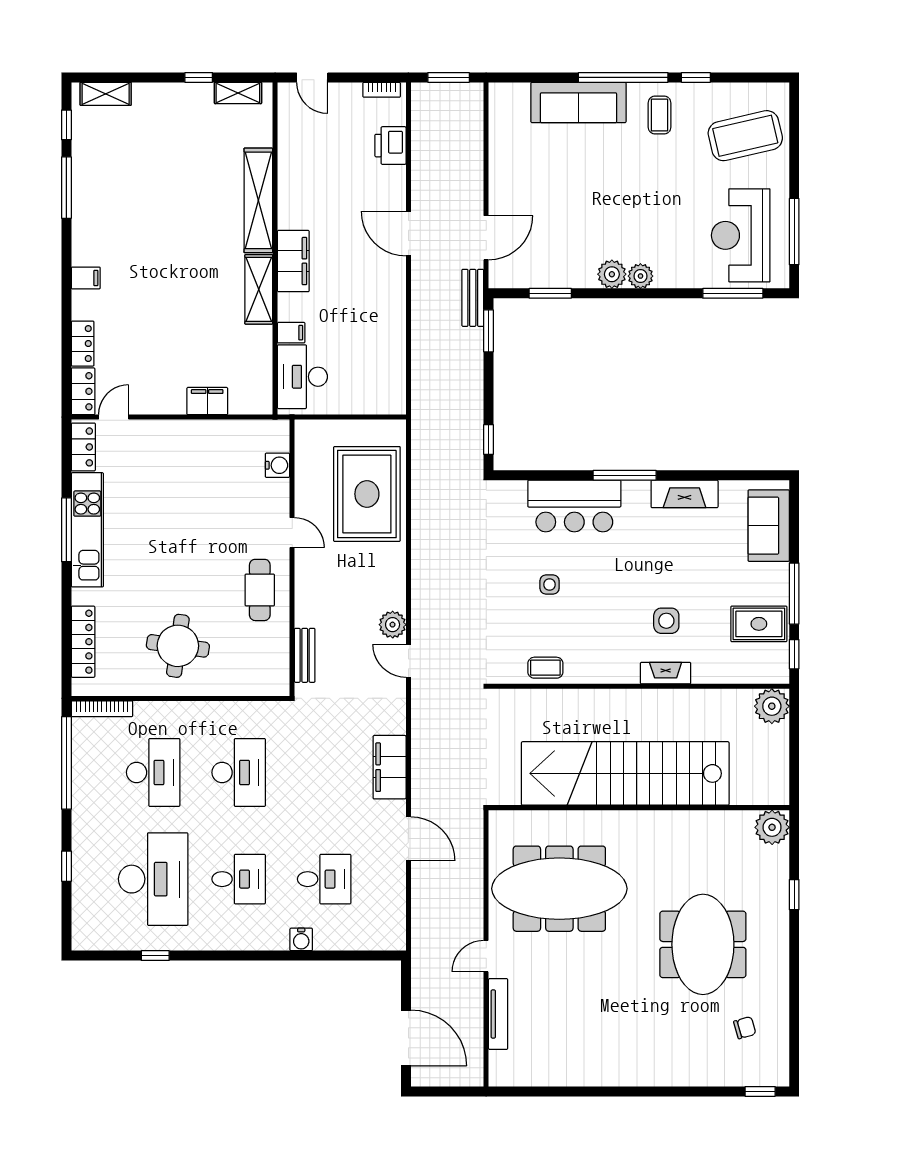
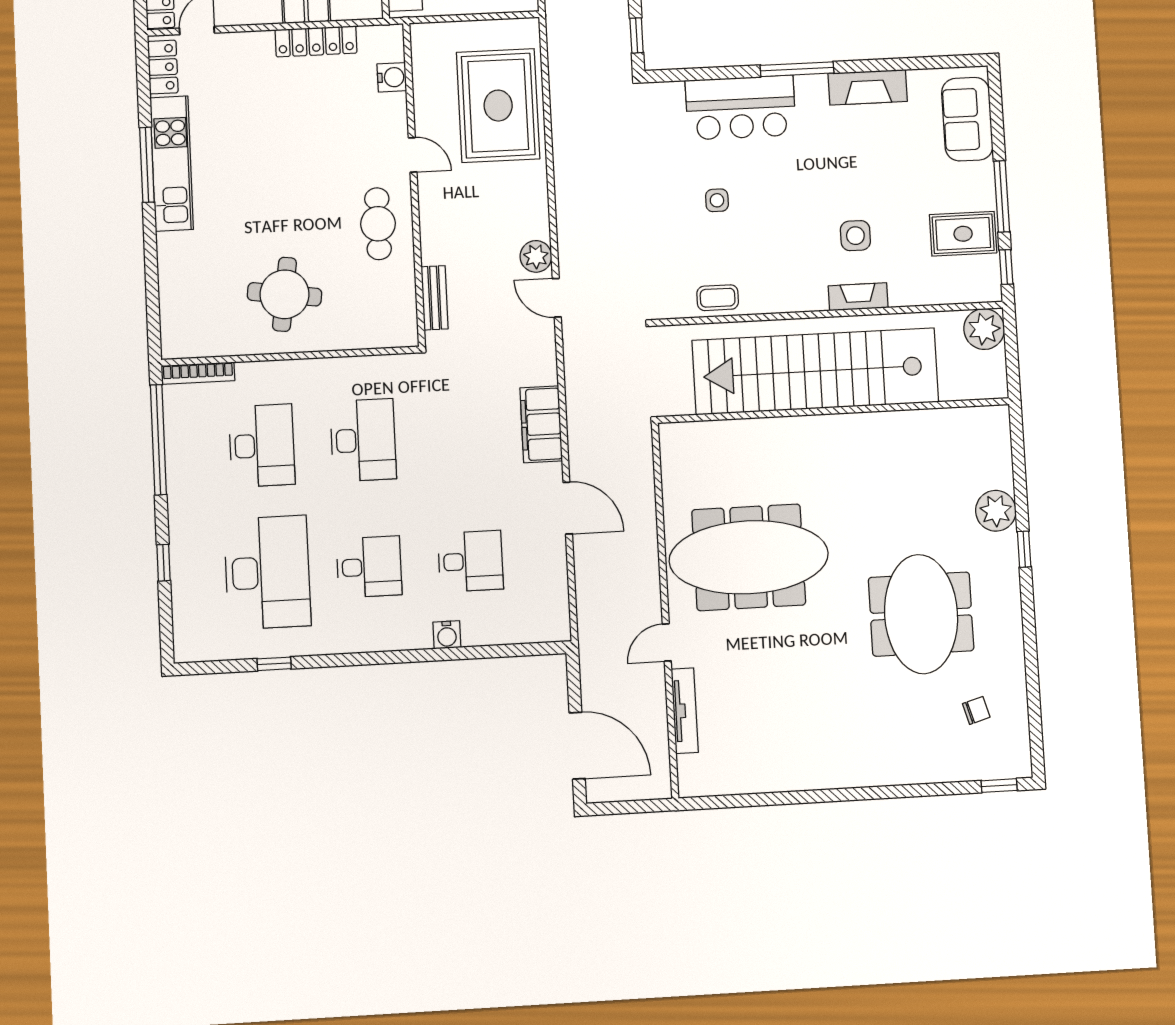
locker: (83, 642) -> (316, 41), moved, turned 90
stairs: (625, 773) -> (815, 371), moved
wall: (639, 808) -> (834, 411), moved
plant: (772, 827) -> (996, 511), moved

